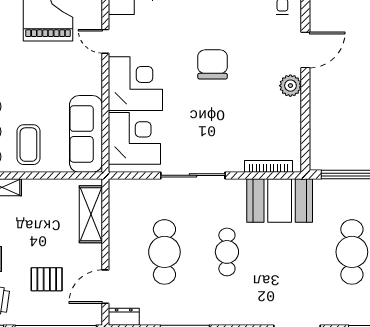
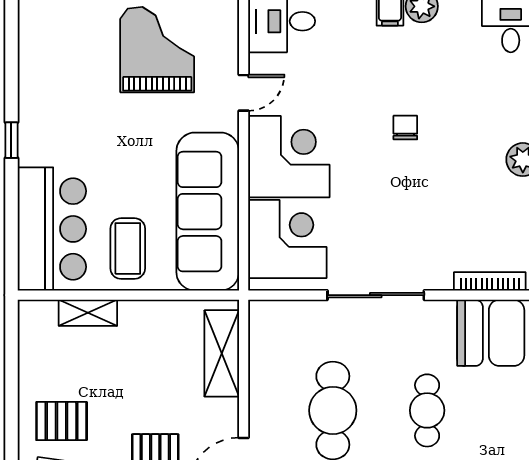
door: (105, 41) -> (244, 93), swing flipped
chair: (213, 64) -> (405, 128), width x0.54, depth x0.54
sofa: (86, 134) -> (208, 212), width x1.36, depth x1.27

